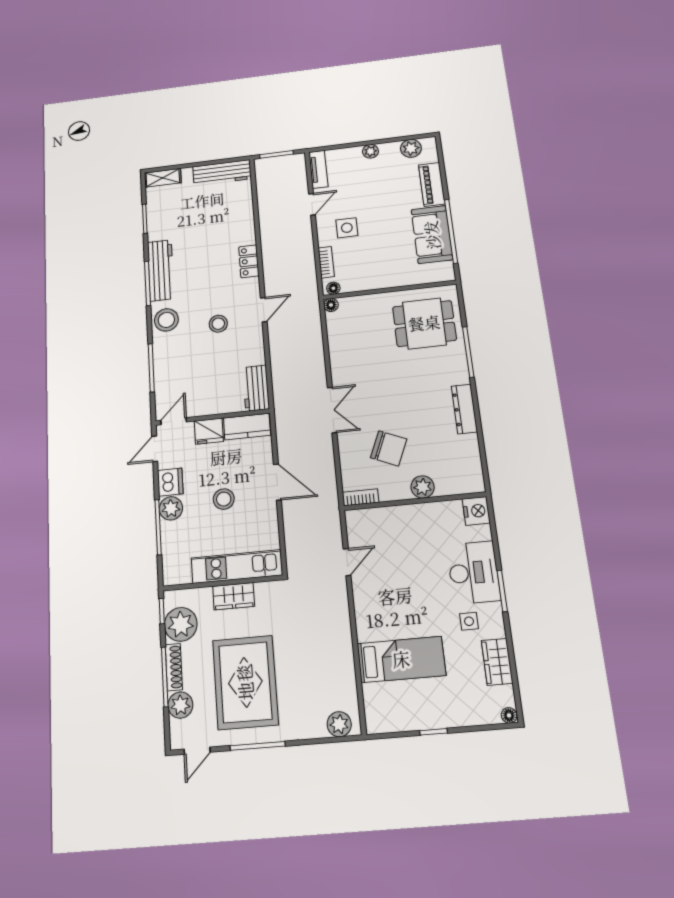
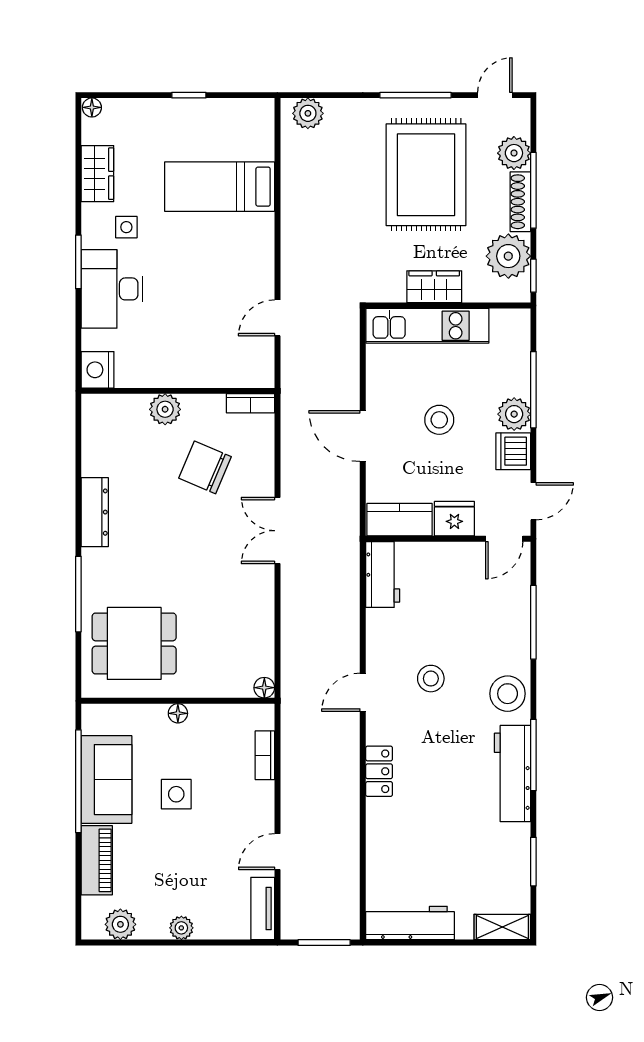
side table: (347, 228) -> (176, 794), moved
floor lamp: (333, 288) -> (178, 713), moved

